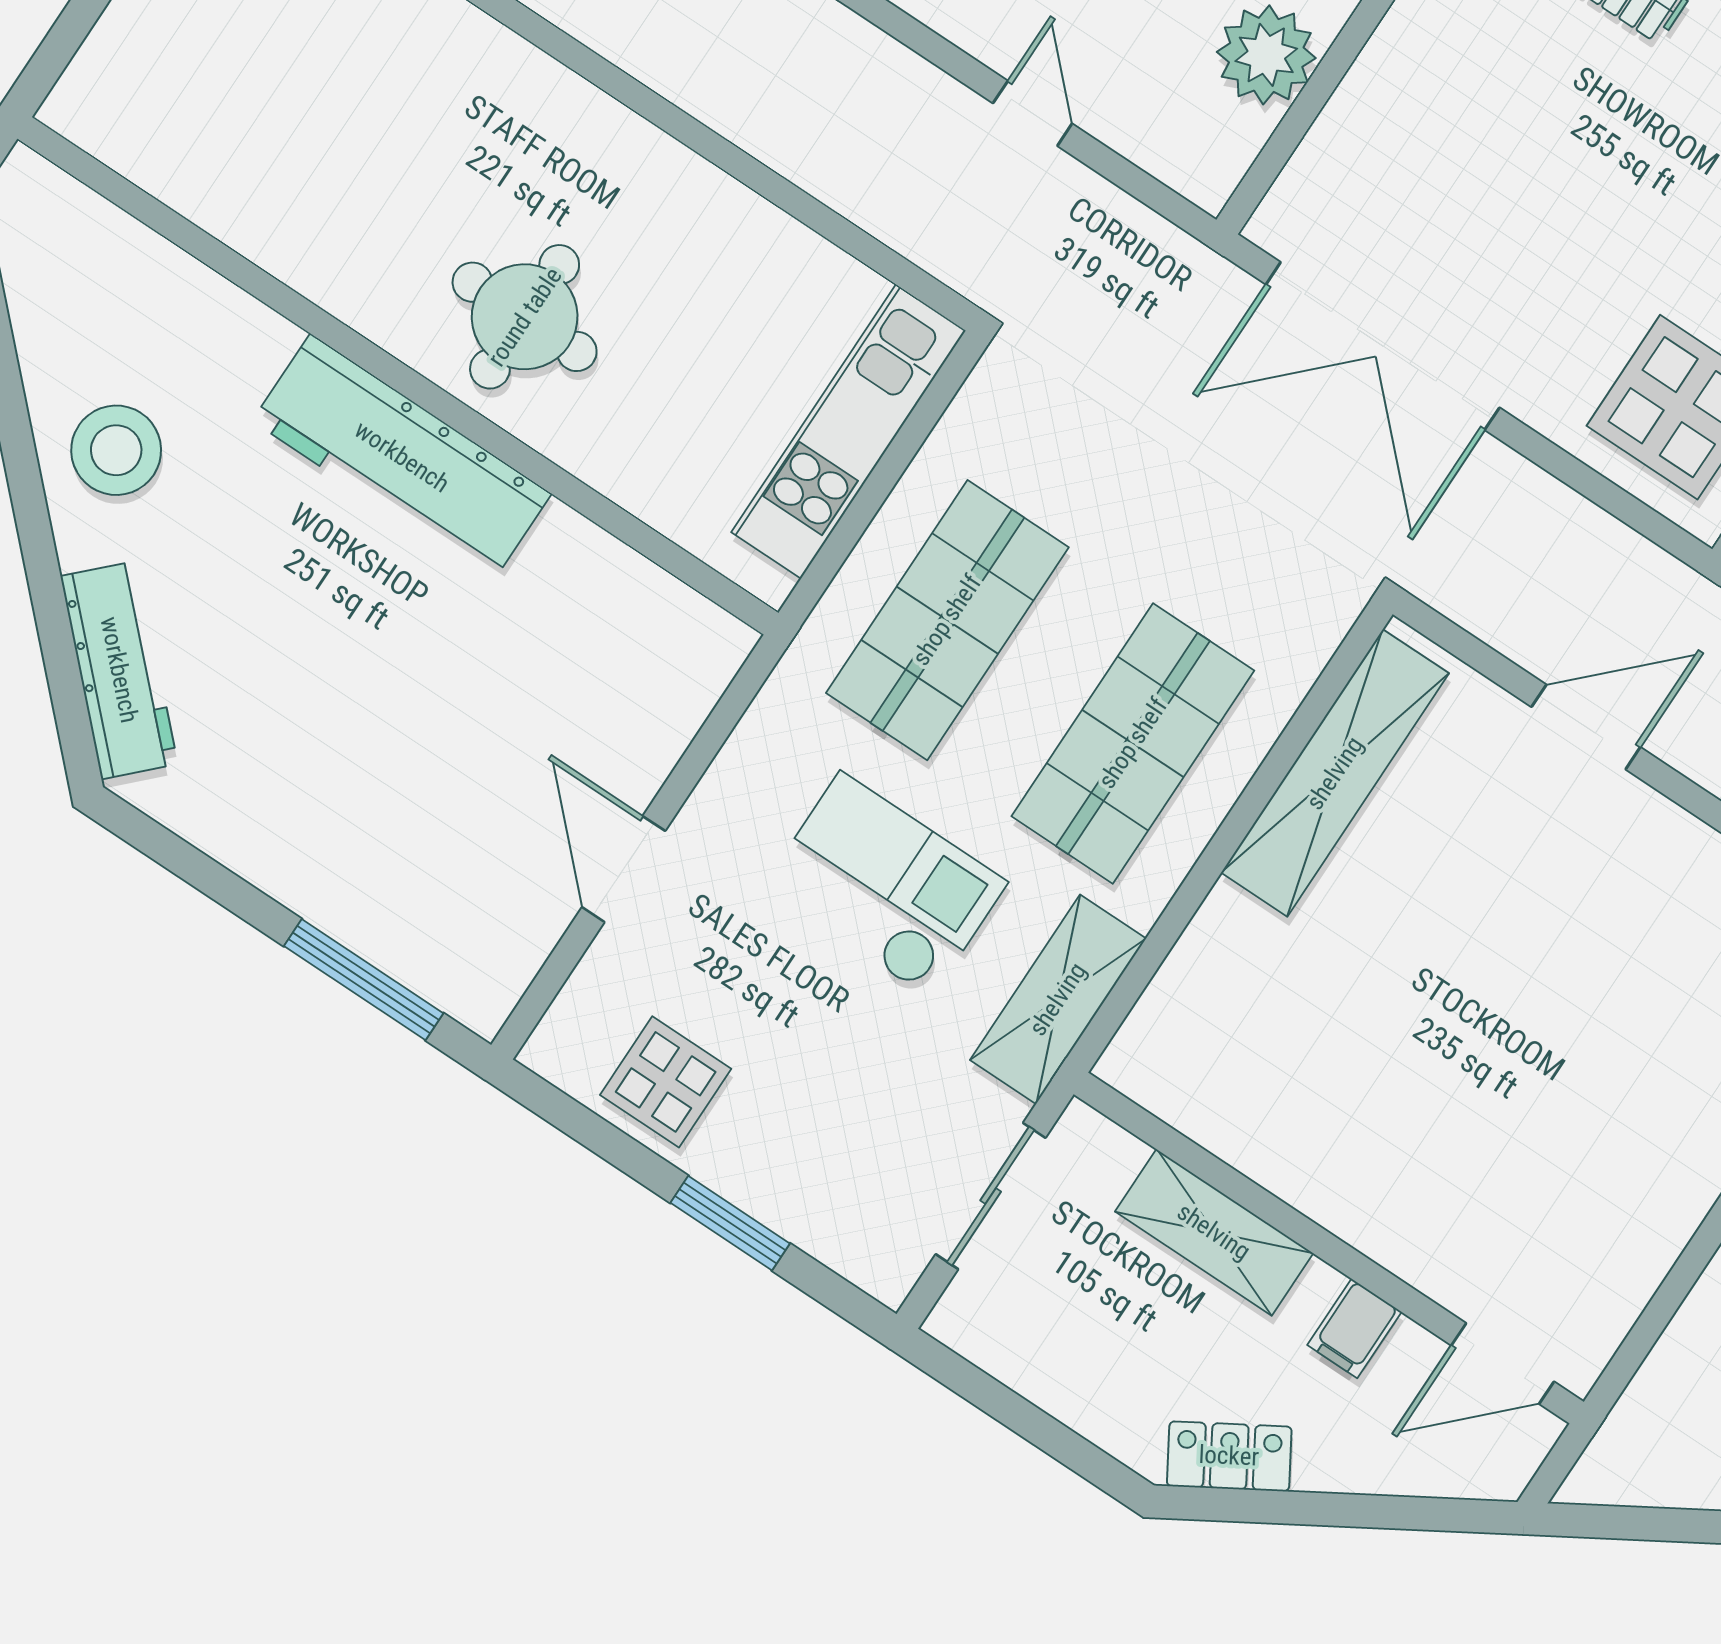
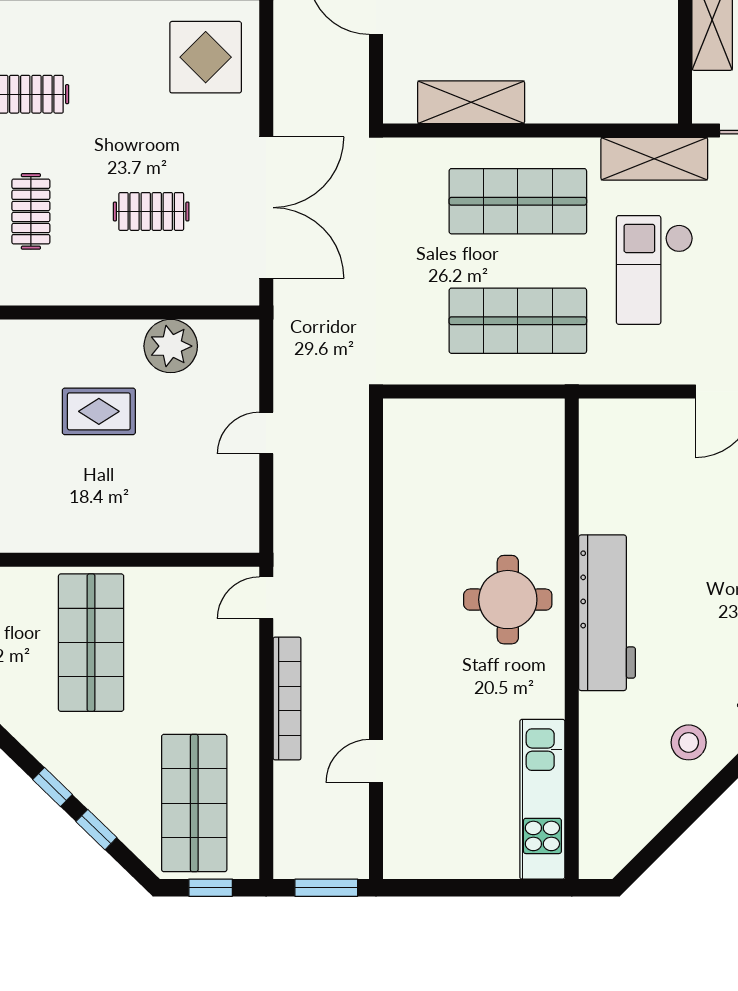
clothes rail: (1495, 163) -> (151, 211), added
kitchen unit: (849, 431) -> (542, 799), moved, turned 90
stool: (116, 450) -> (689, 742), width x0.73, depth x0.73
shelving: (1335, 773) -> (471, 102), width x0.68

